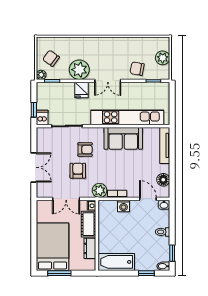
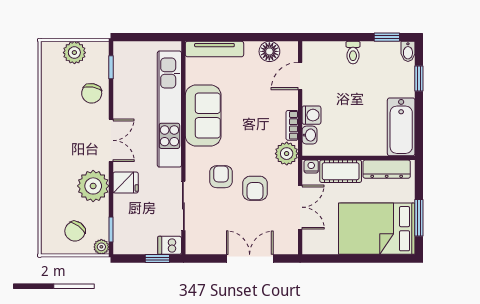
armchair: (78, 171) -> (255, 188), turned -90
washbasin: (164, 205) -> (310, 135), moved
dresser: (90, 248) -> (387, 169), width x1.44

